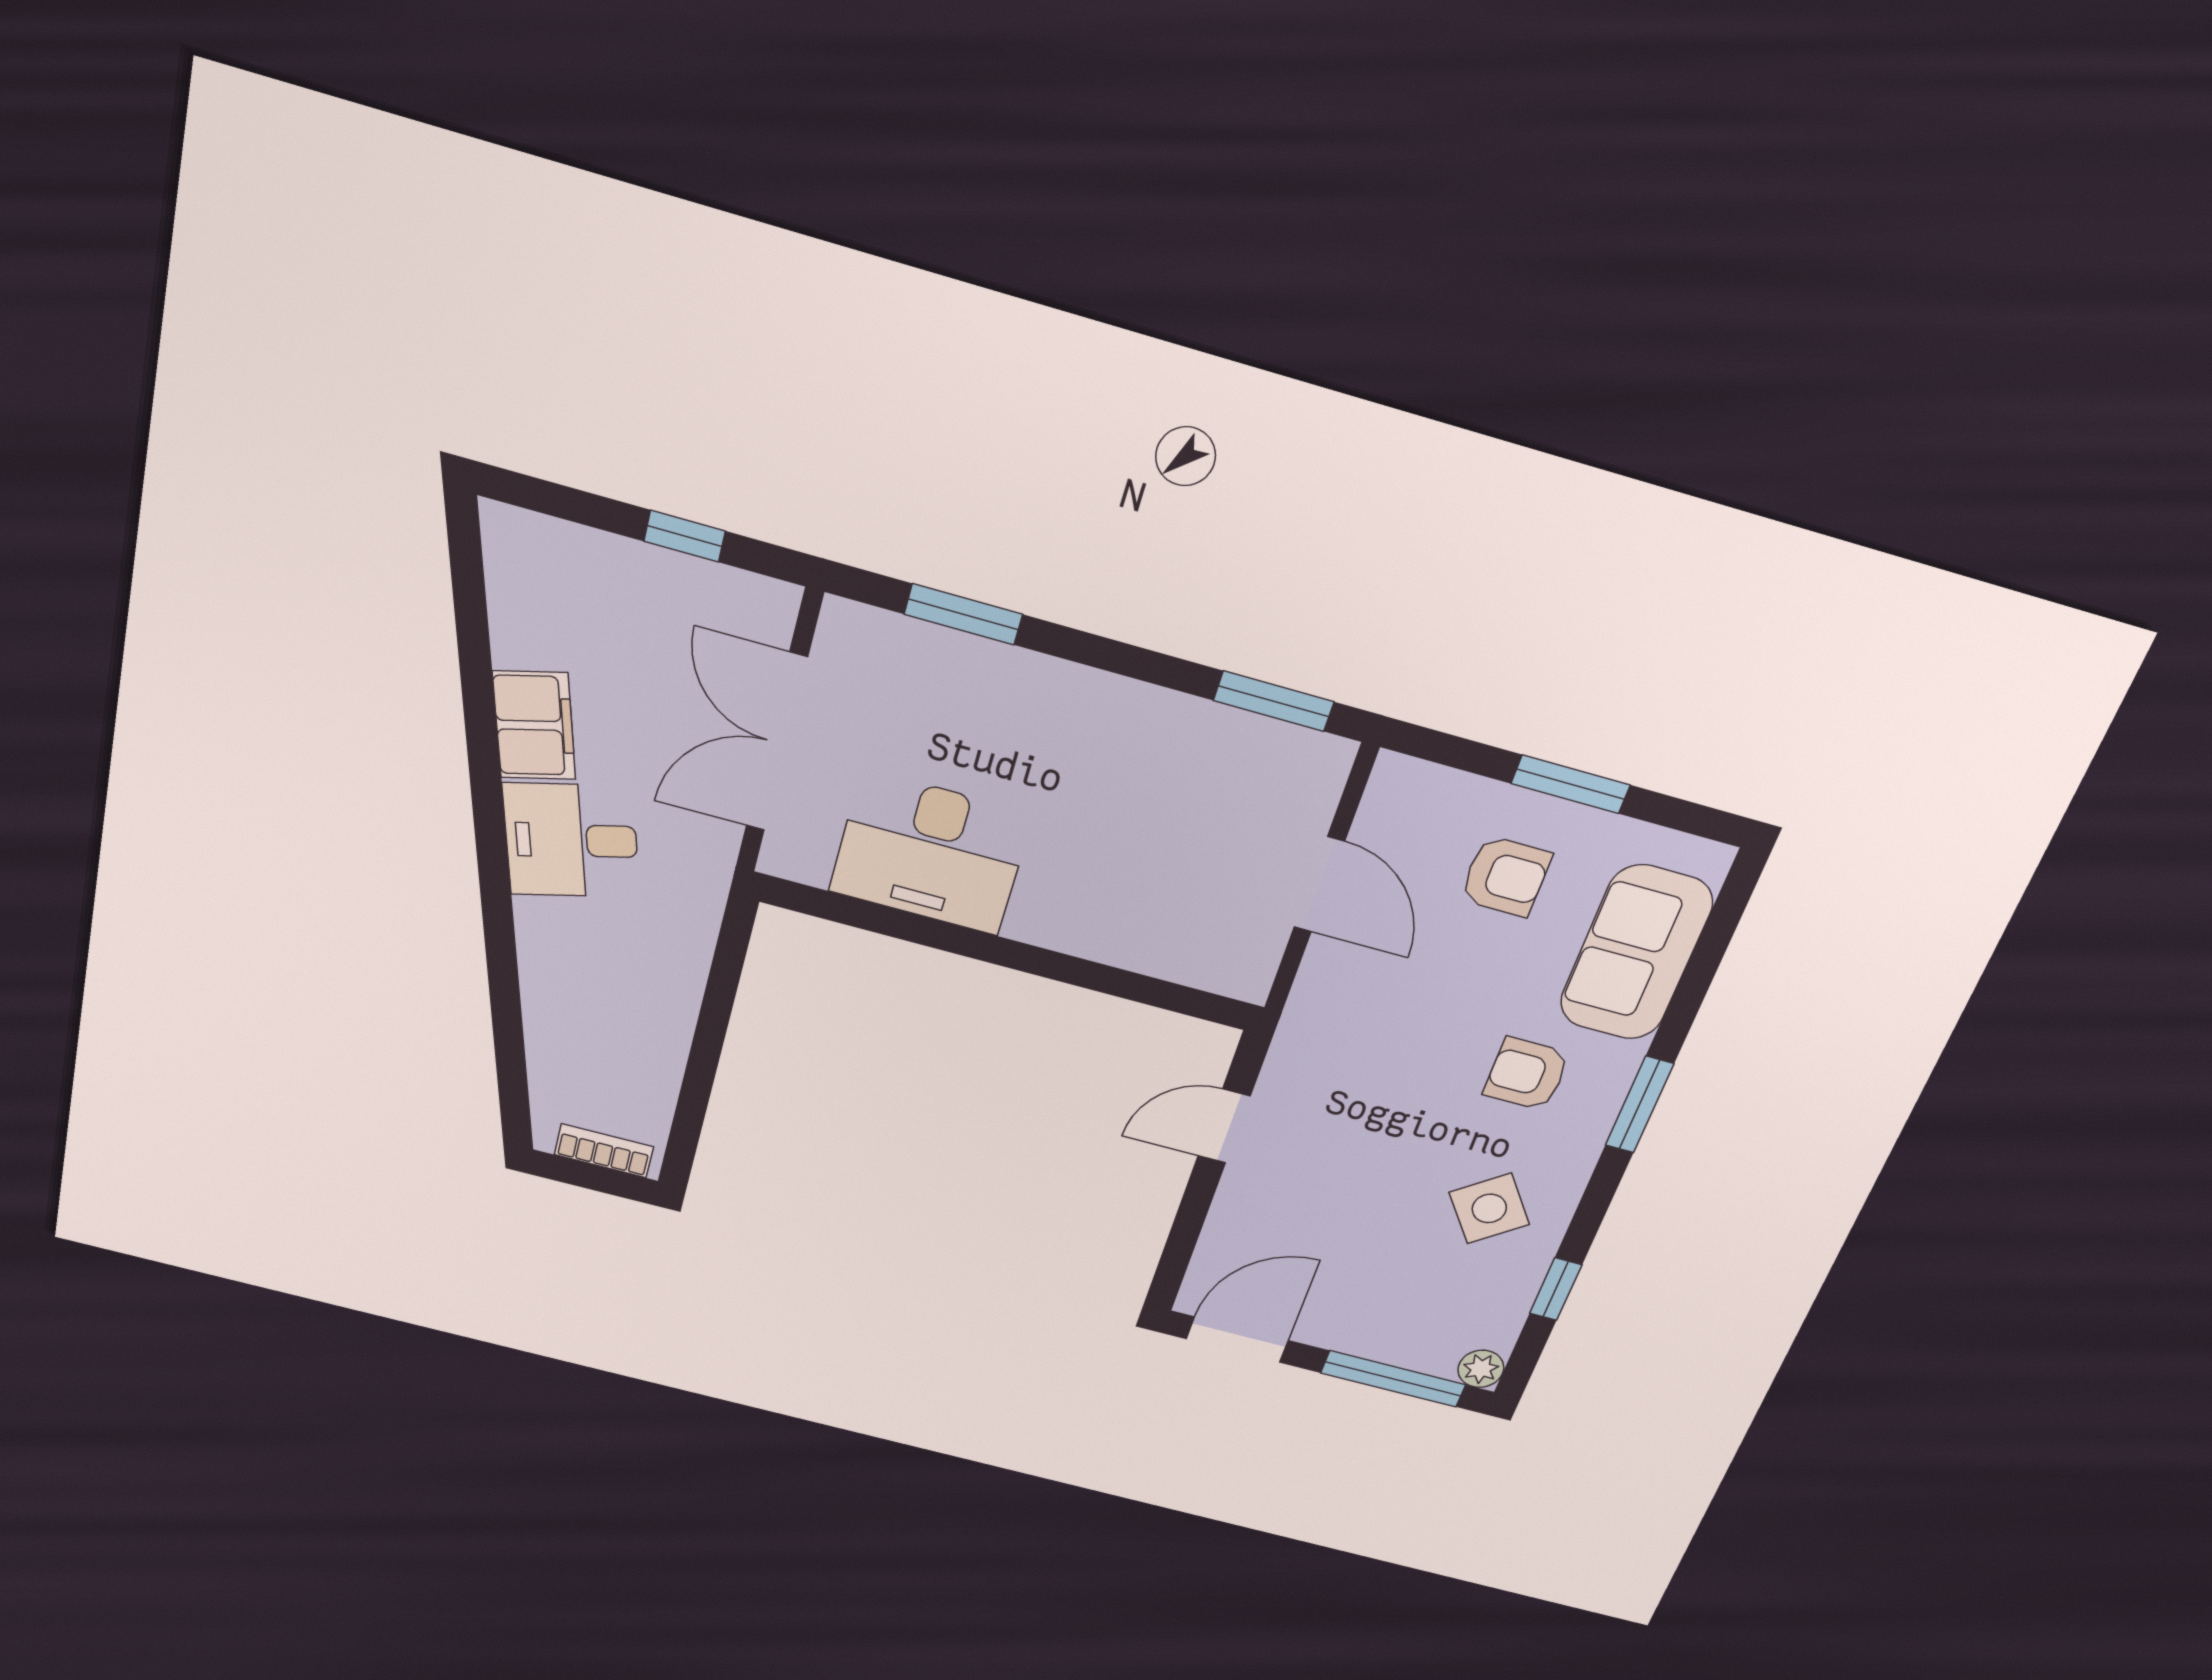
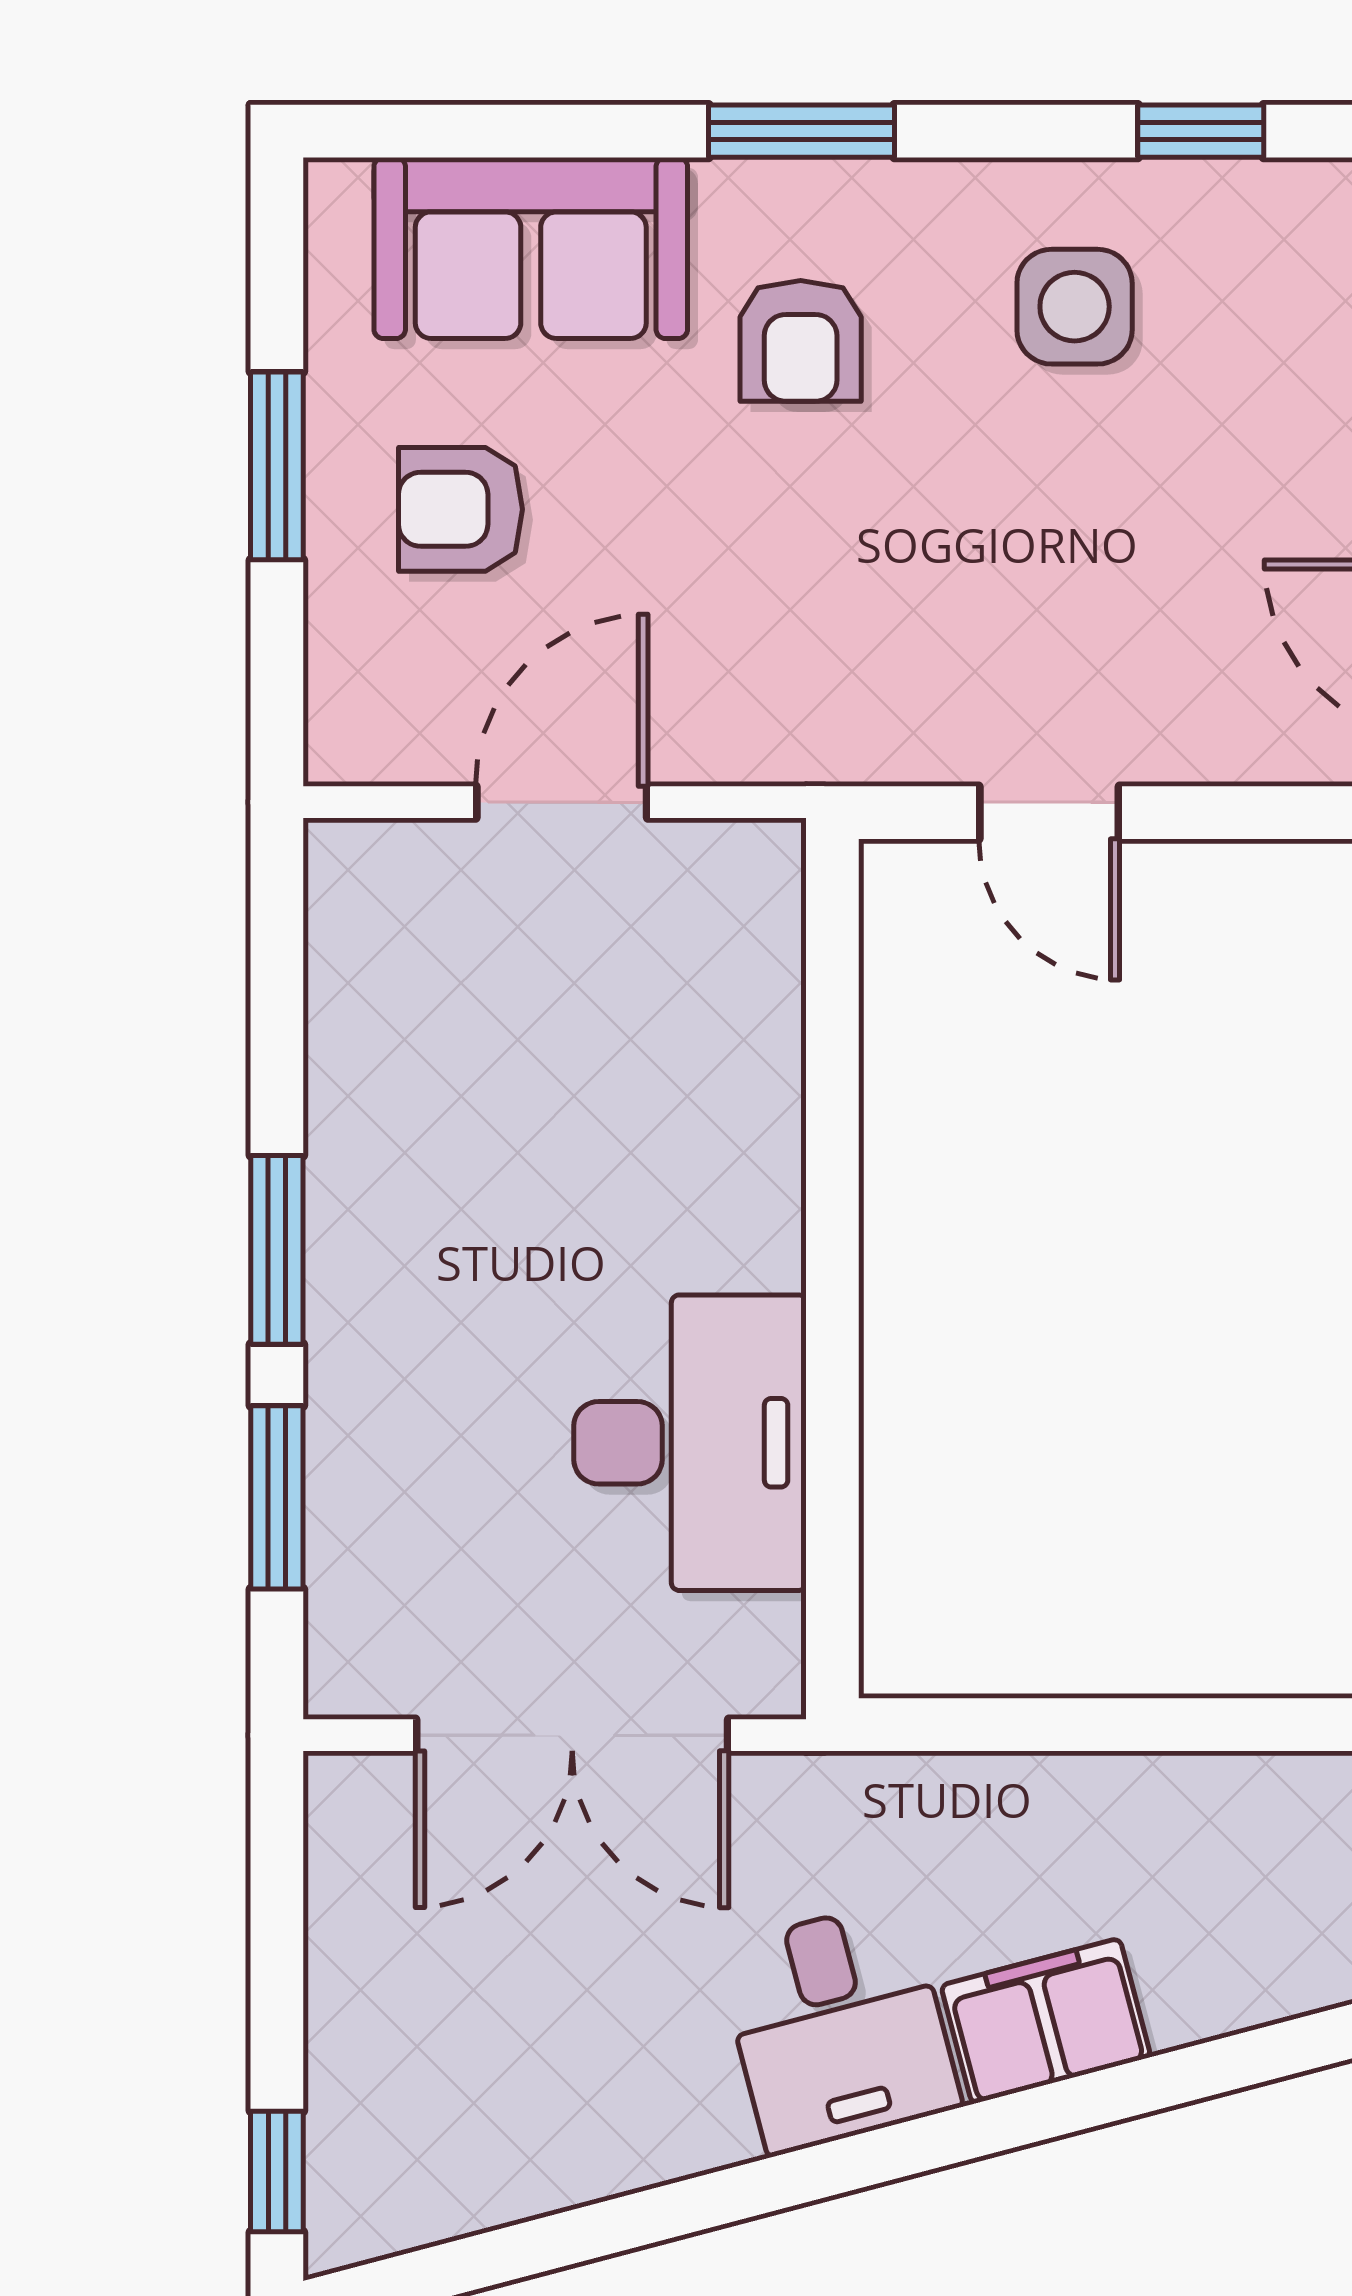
window: (685, 536) -> (277, 2172), moved
window: (1274, 701) -> (277, 1250), moved
filing cabinet: (534, 725) -> (1046, 2021), moved
armchair: (1505, 876) -> (461, 509), turned -90
side table: (1489, 1208) -> (1075, 307), turned 37

